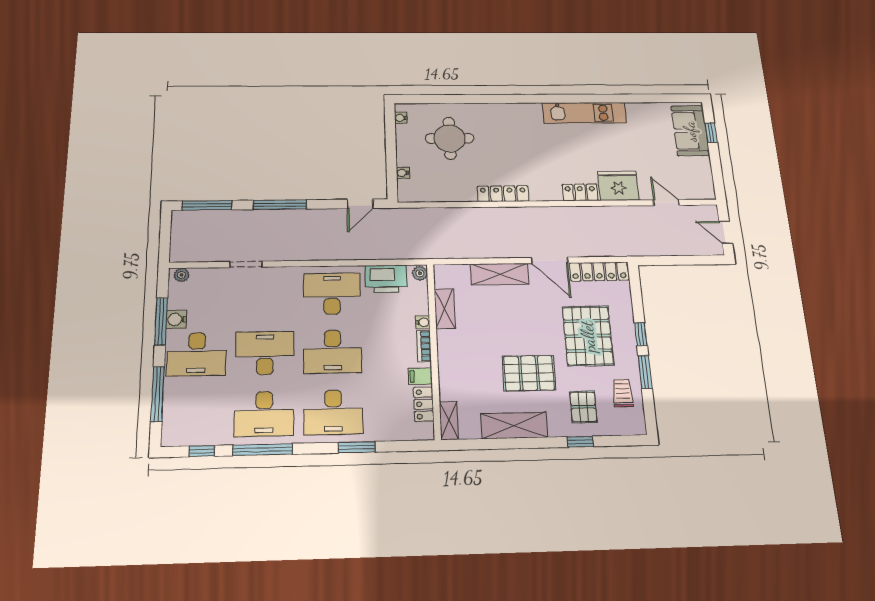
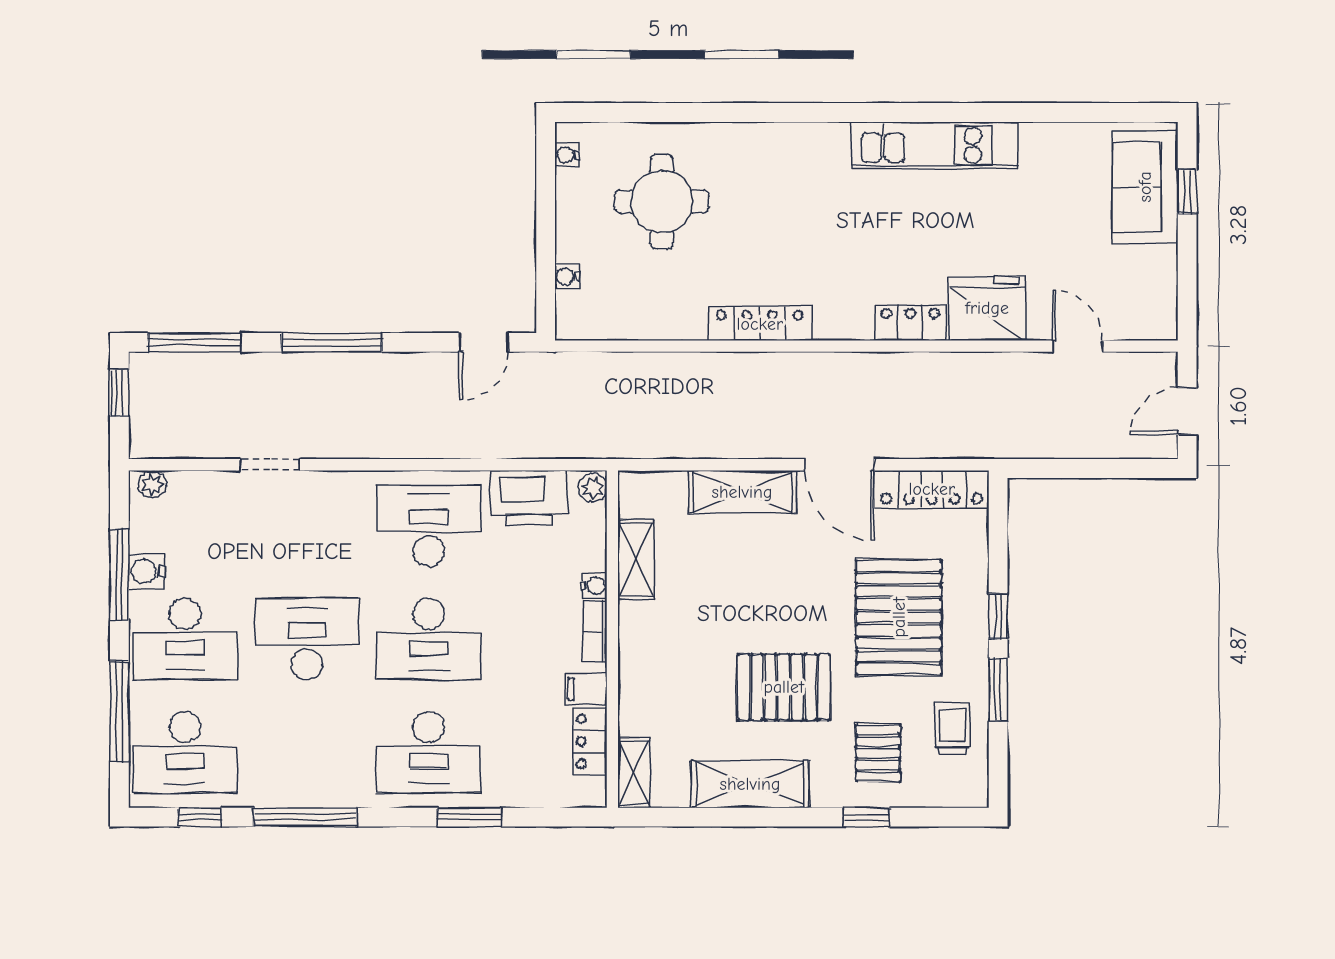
window: (165, 230) -> (119, 393), added
door: (726, 232) -> (1187, 411), hinge flipped
desk: (264, 414) -> (185, 752), moved

